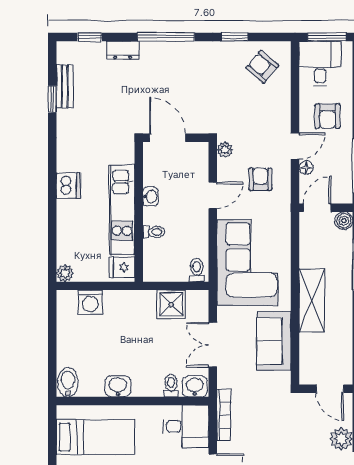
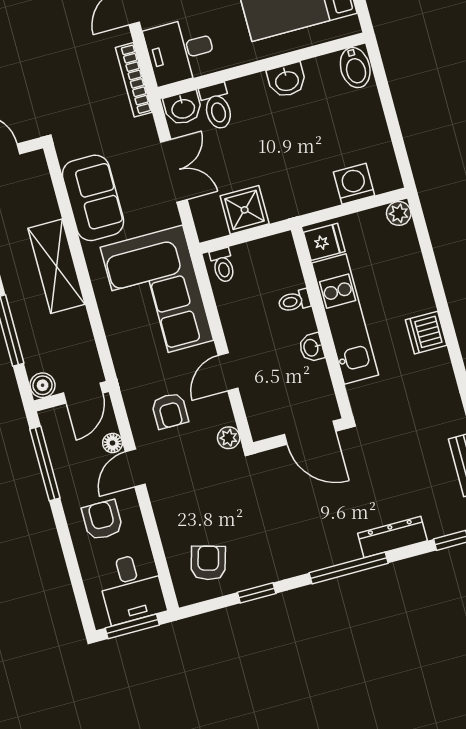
dresser: (123, 50) -> (392, 537), width x1.44
armchair: (262, 67) -> (208, 563), turned -114
toilet: (171, 386) -> (217, 106), width x1.37, depth x1.39

